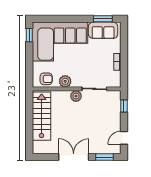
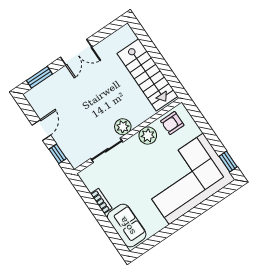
window: (103, 19) -> (154, 241), removed
sofa: (103, 30) -> (127, 226), moved, turned 90
door: (124, 138) -> (41, 130), moved
double door: (74, 157) -> (76, 52), width x0.73

